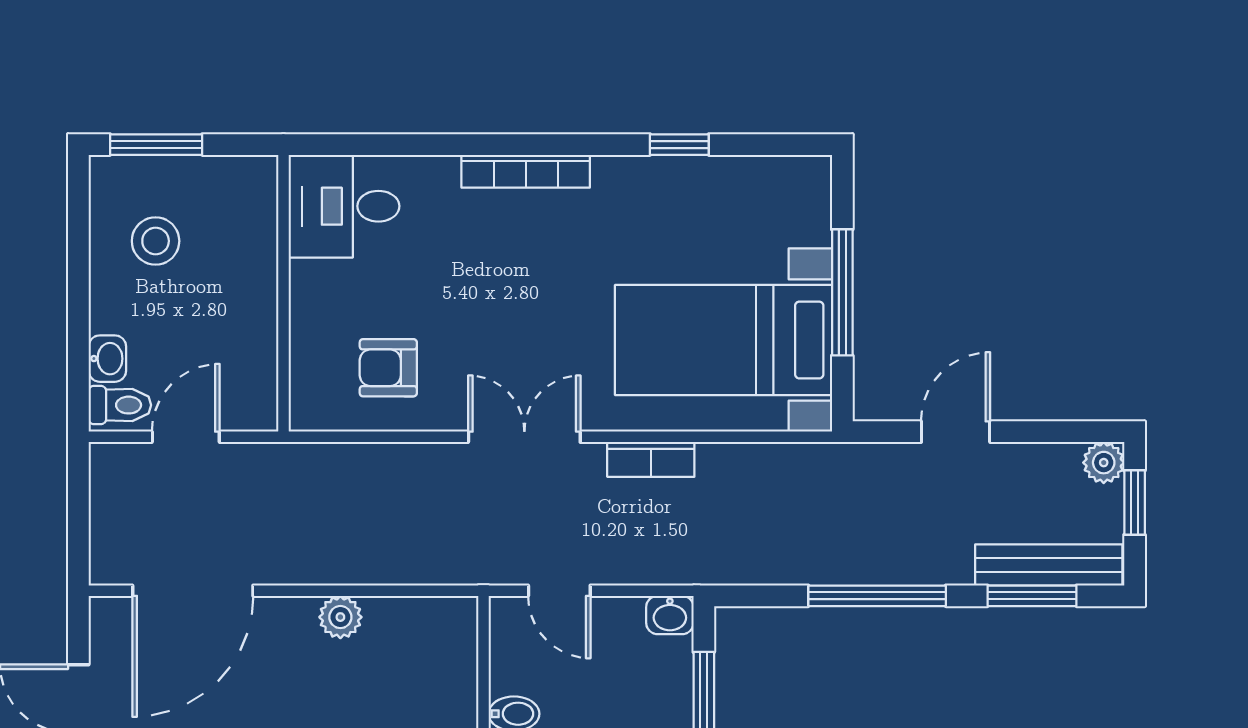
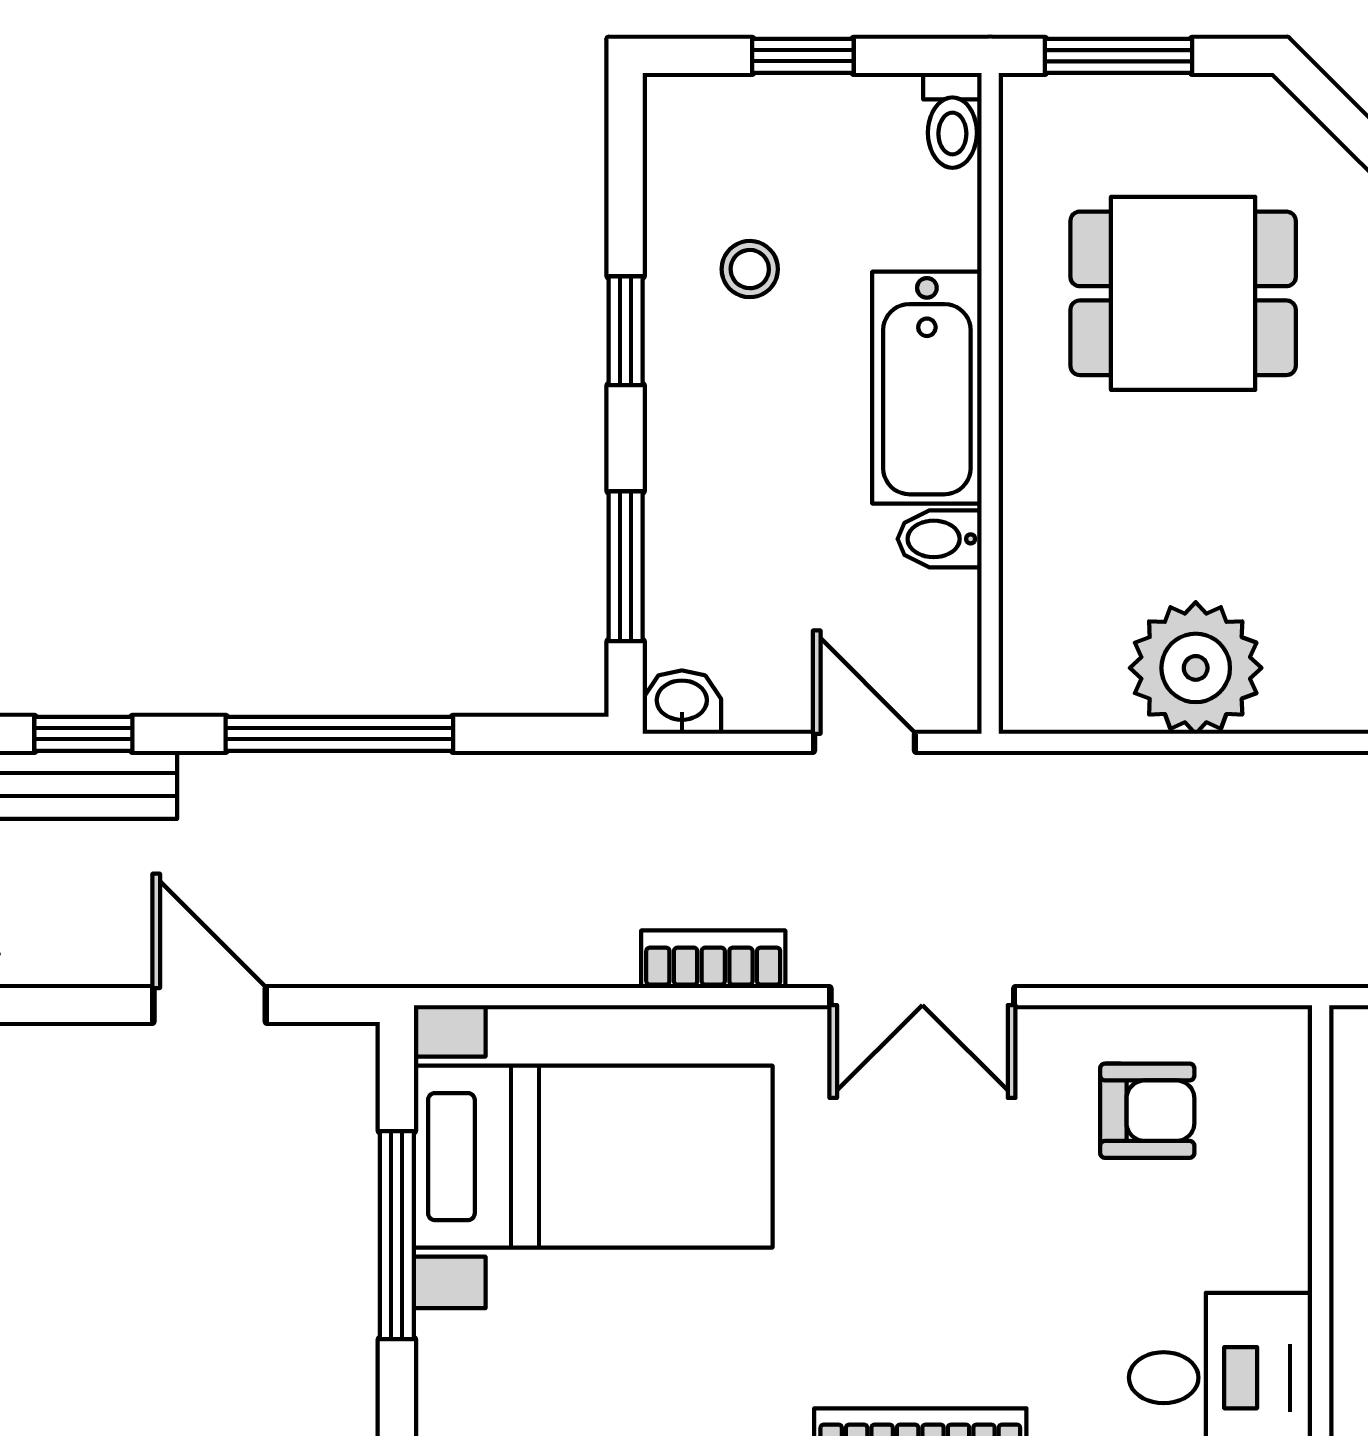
door: (956, 432) -> (210, 1005), swing flipped
window: (1032, 596) -> (83, 734), width x0.67
plant: (340, 617) -> (1196, 668), width x1.87, depth x1.87

